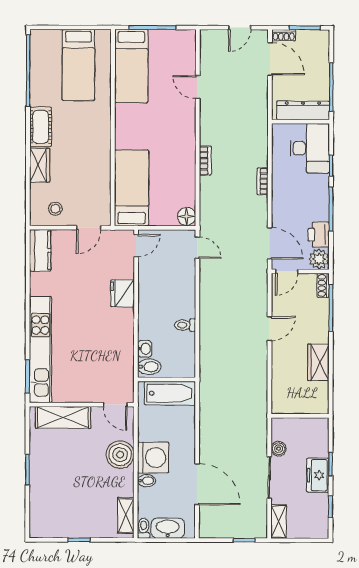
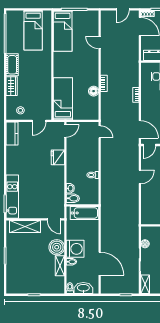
floor lamp: (187, 216) -> (94, 91), moved
kitchen unit: (40, 350) -> (12, 197), width x0.73
shelving: (126, 515) -> (60, 266), moved

